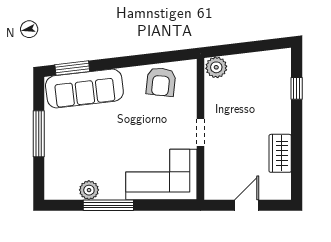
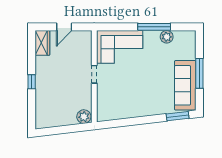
armchair: (161, 82) -> (120, 107), removed
sofa: (84, 88) -> (185, 85), moved, turned -83
window: (297, 88) -> (32, 82), moved
wardrobe: (280, 153) -> (42, 43), moved

